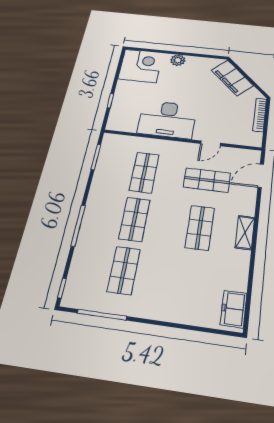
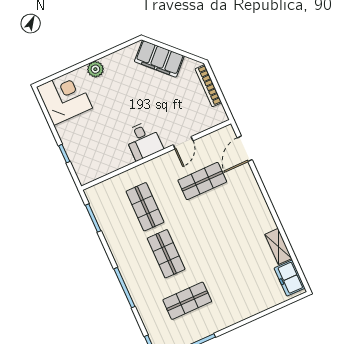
desk: (167, 119) -> (143, 141), width x0.53, depth x0.77
shop shelf: (200, 228) -> (223, 228), removed
shelving: (245, 233) -> (278, 246), moved
shop shelf: (124, 270) -> (187, 301), turned 90

